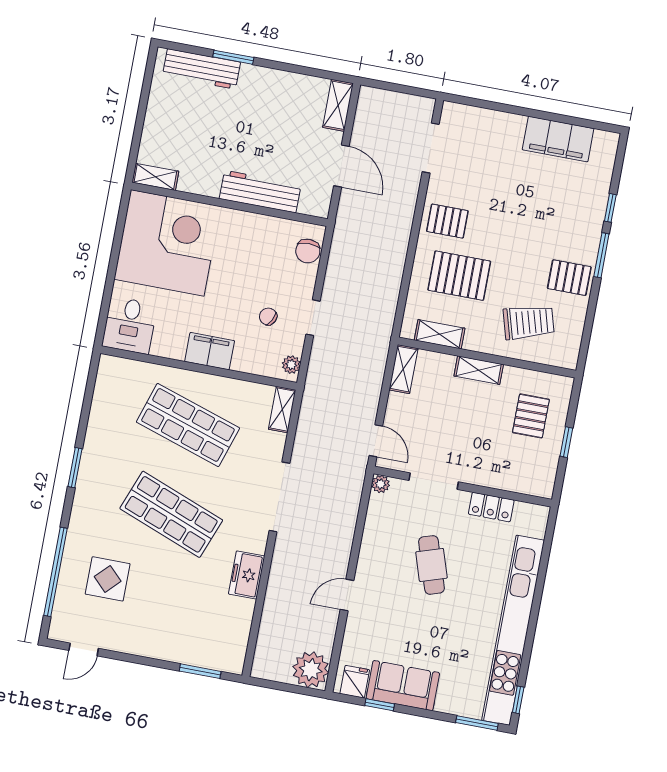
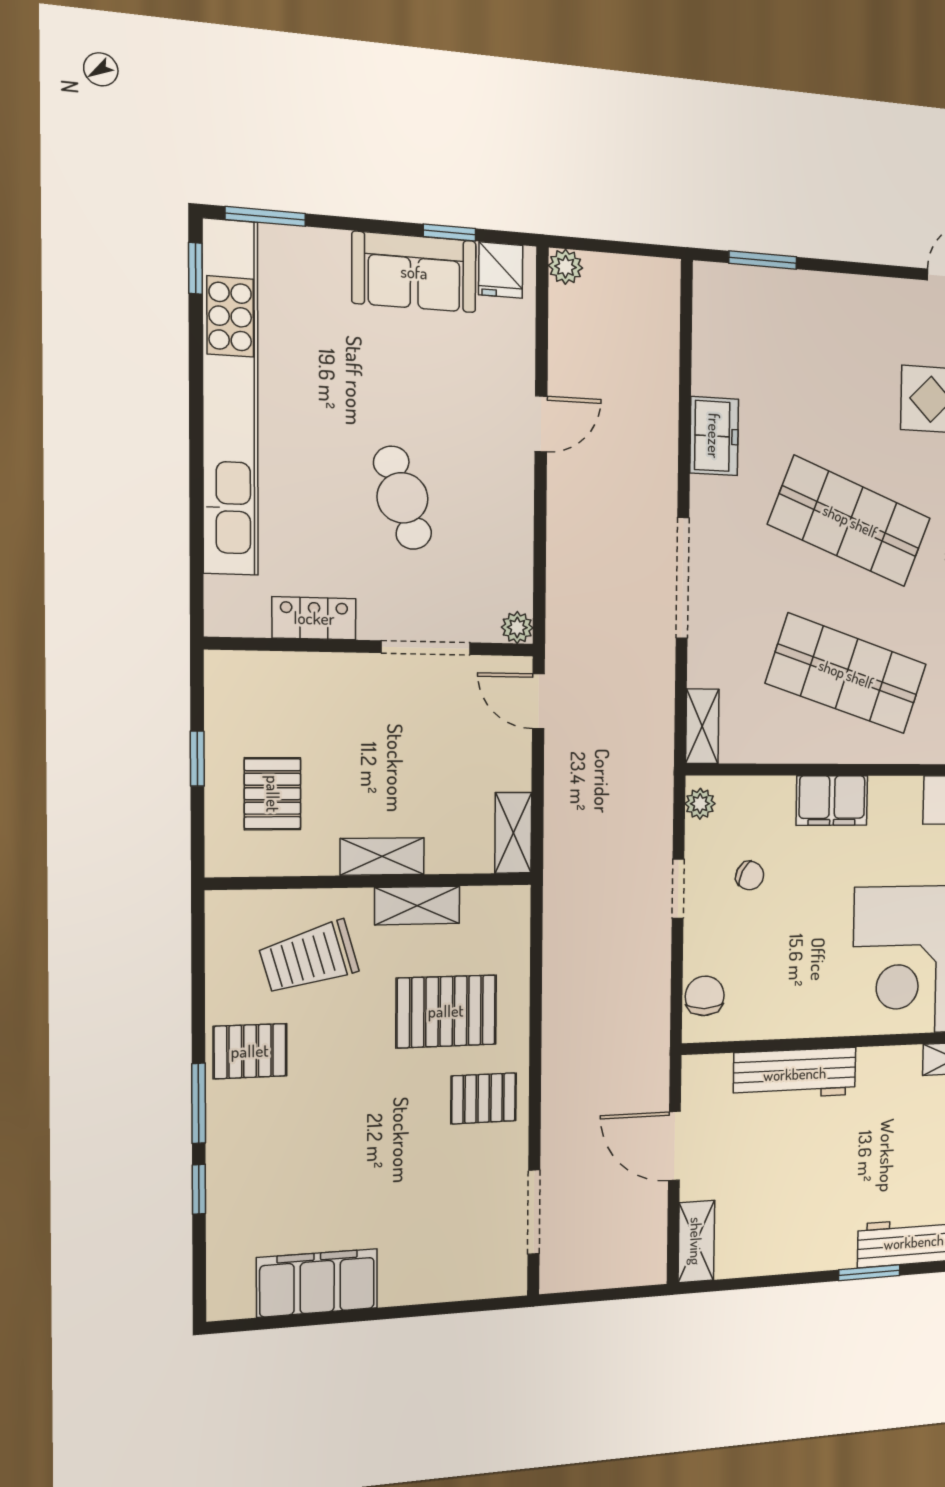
shelving: (440, 334) -> (417, 906), moved
plant: (311, 670) -> (566, 267), width x0.53, depth x0.53

